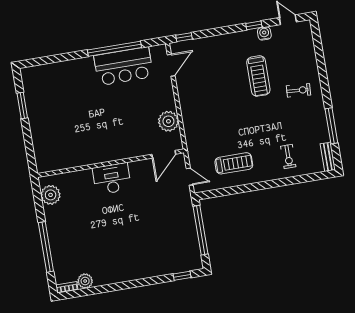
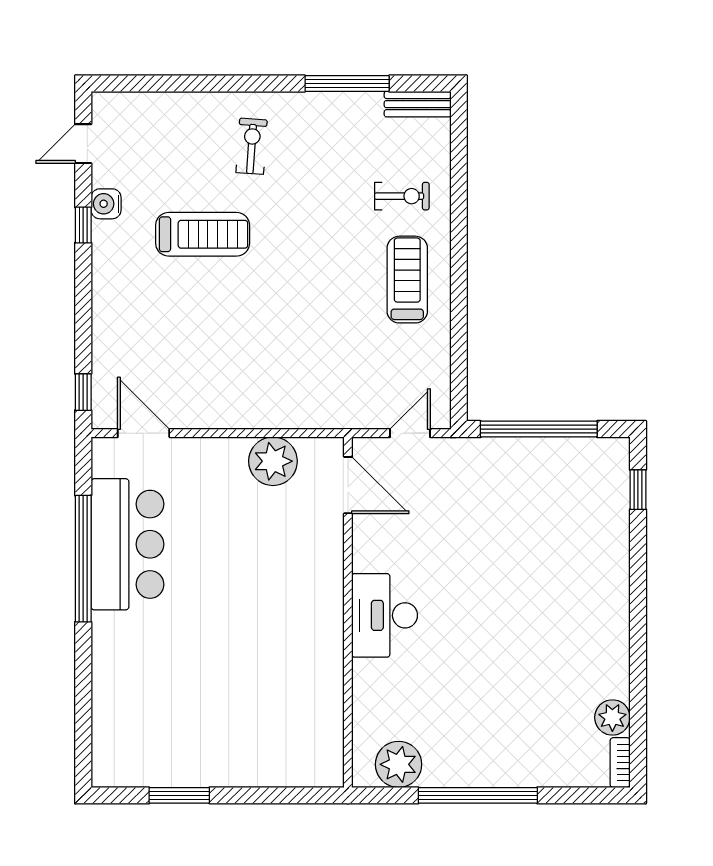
treadmill: (234, 163) -> (407, 280), moved
window: (46, 247) -> (478, 795), moved

